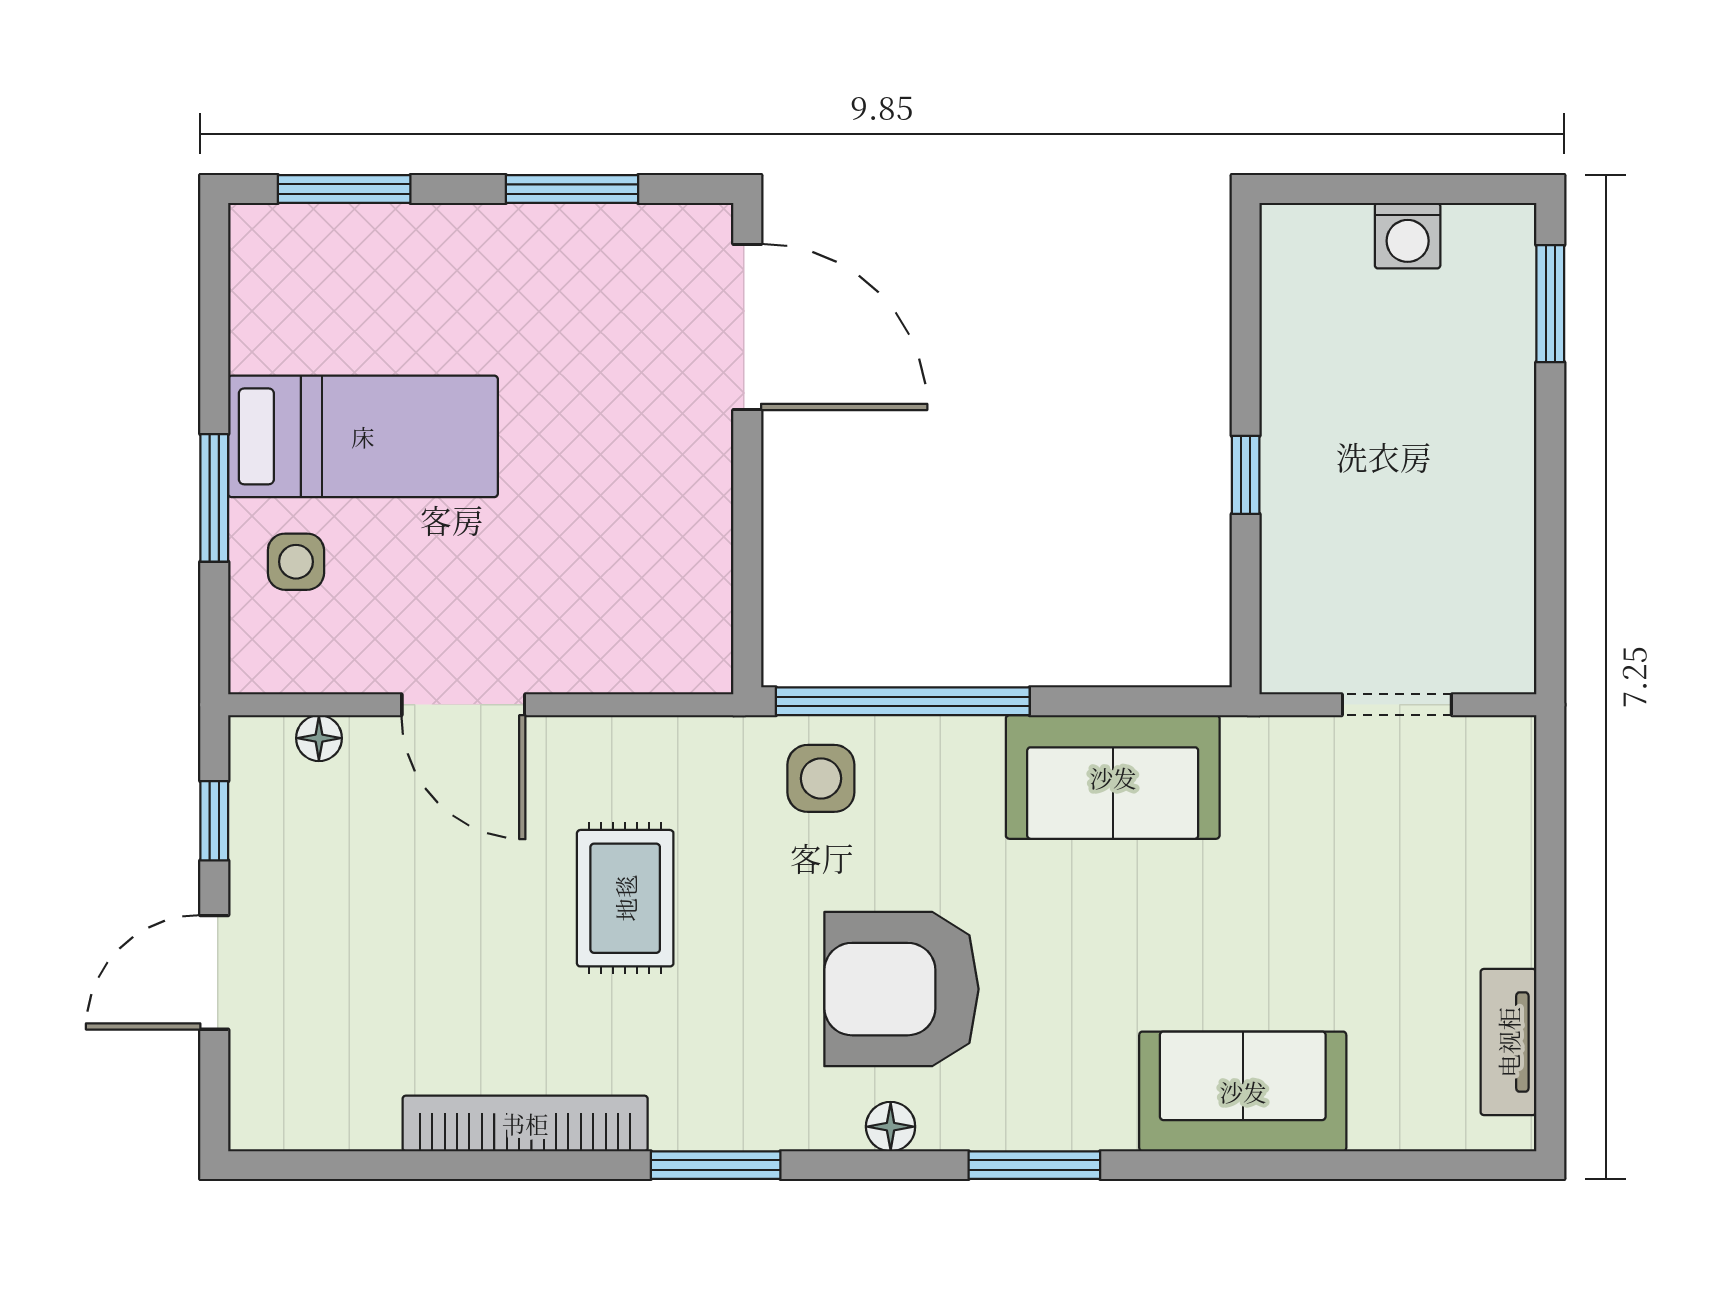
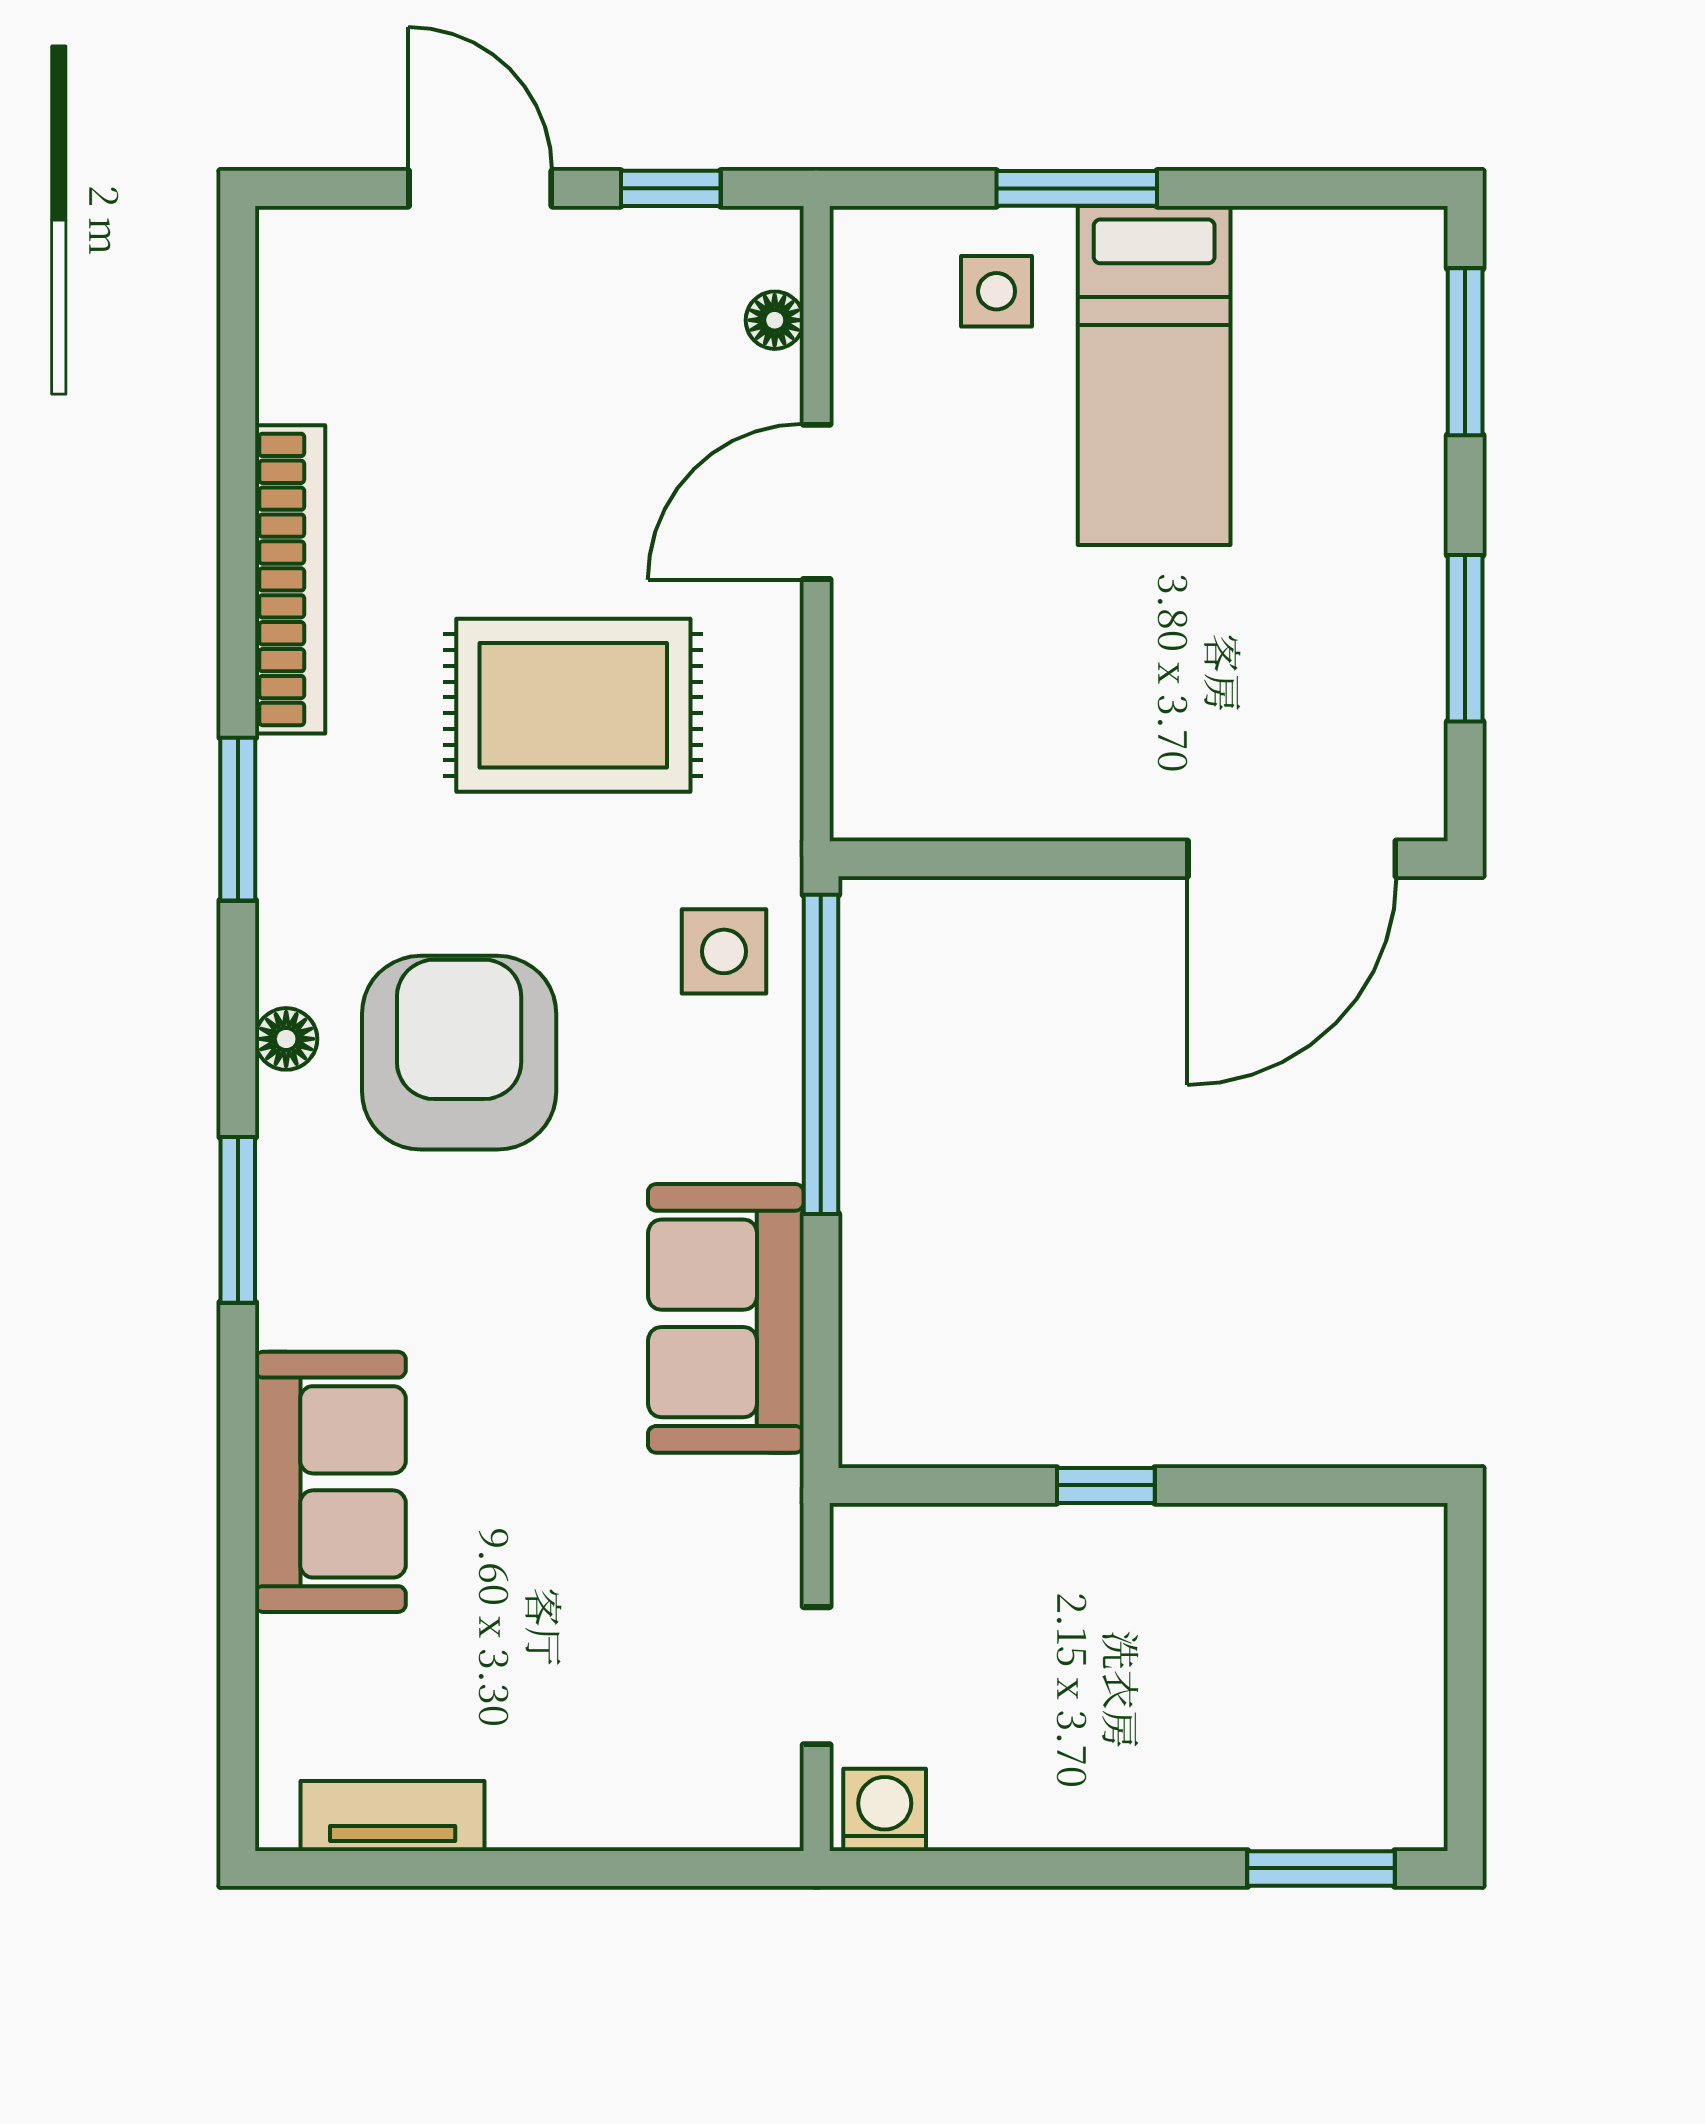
washing machine: (1408, 236) -> (885, 1810), moved, turned 90
rug: (625, 898) -> (573, 705), width x1.36, depth x1.43

